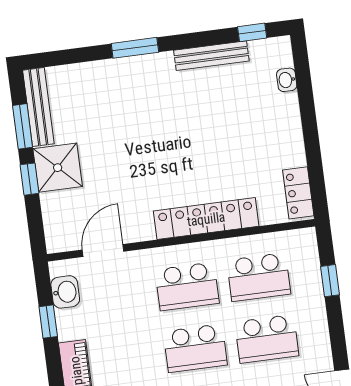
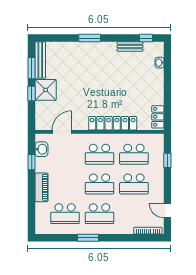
bench: (211, 56) -> (130, 46), width x0.73

